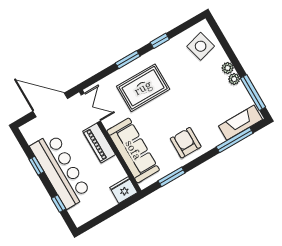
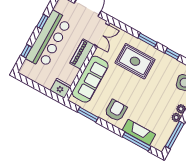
fireplace: (240, 123) -> (139, 132), moved

